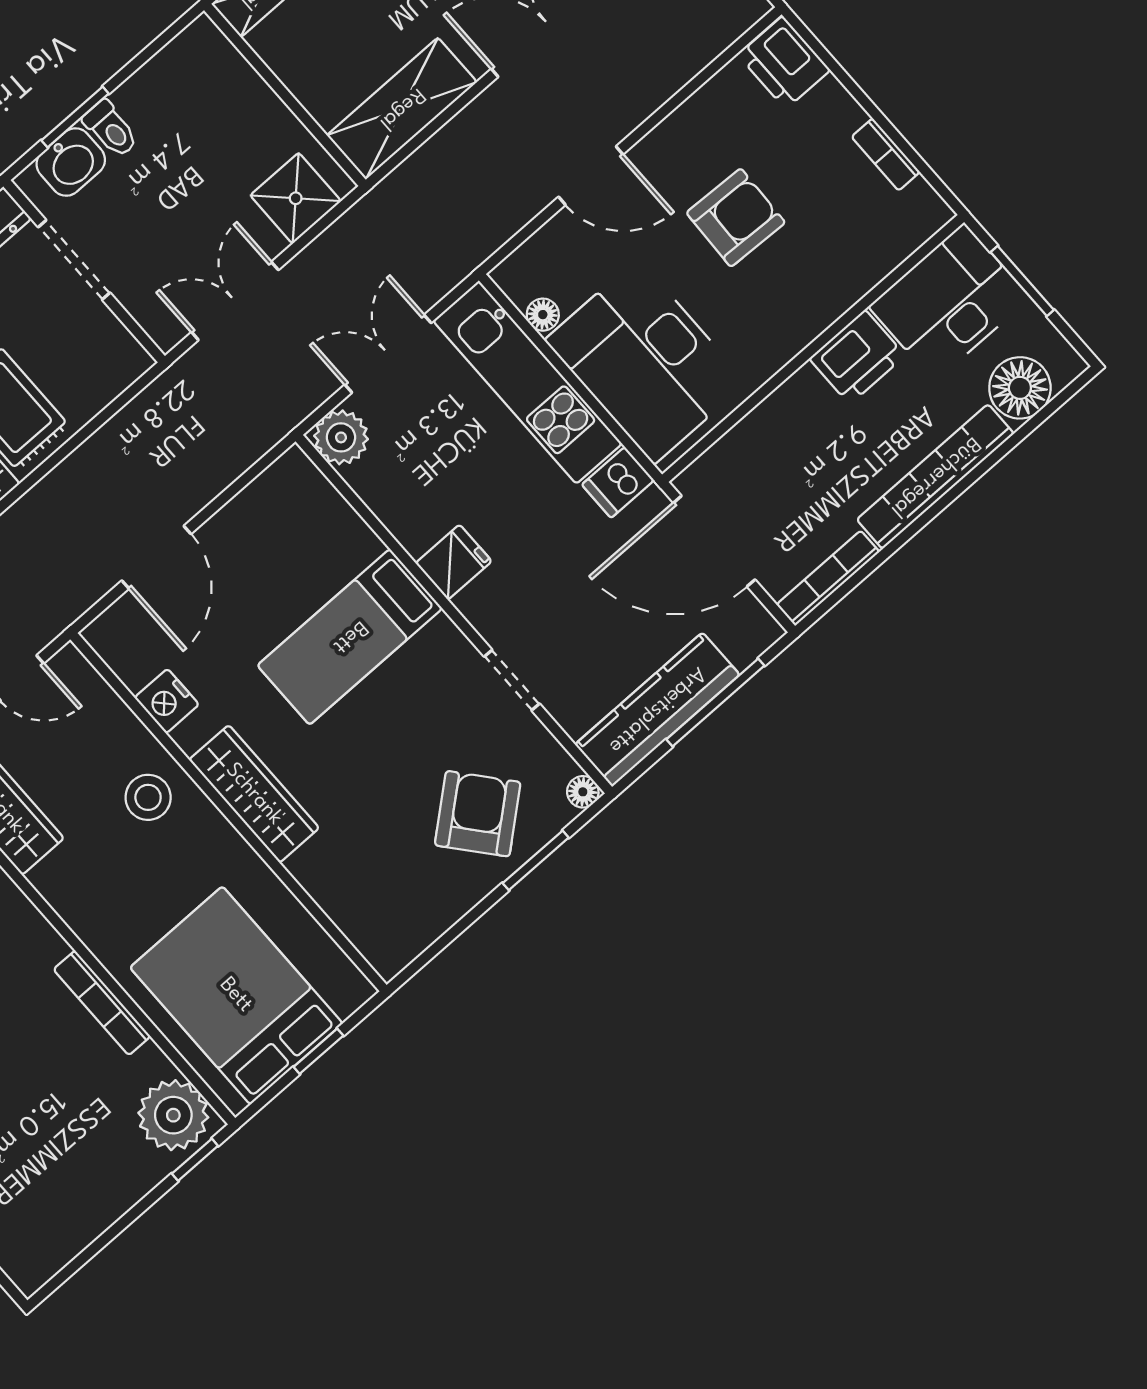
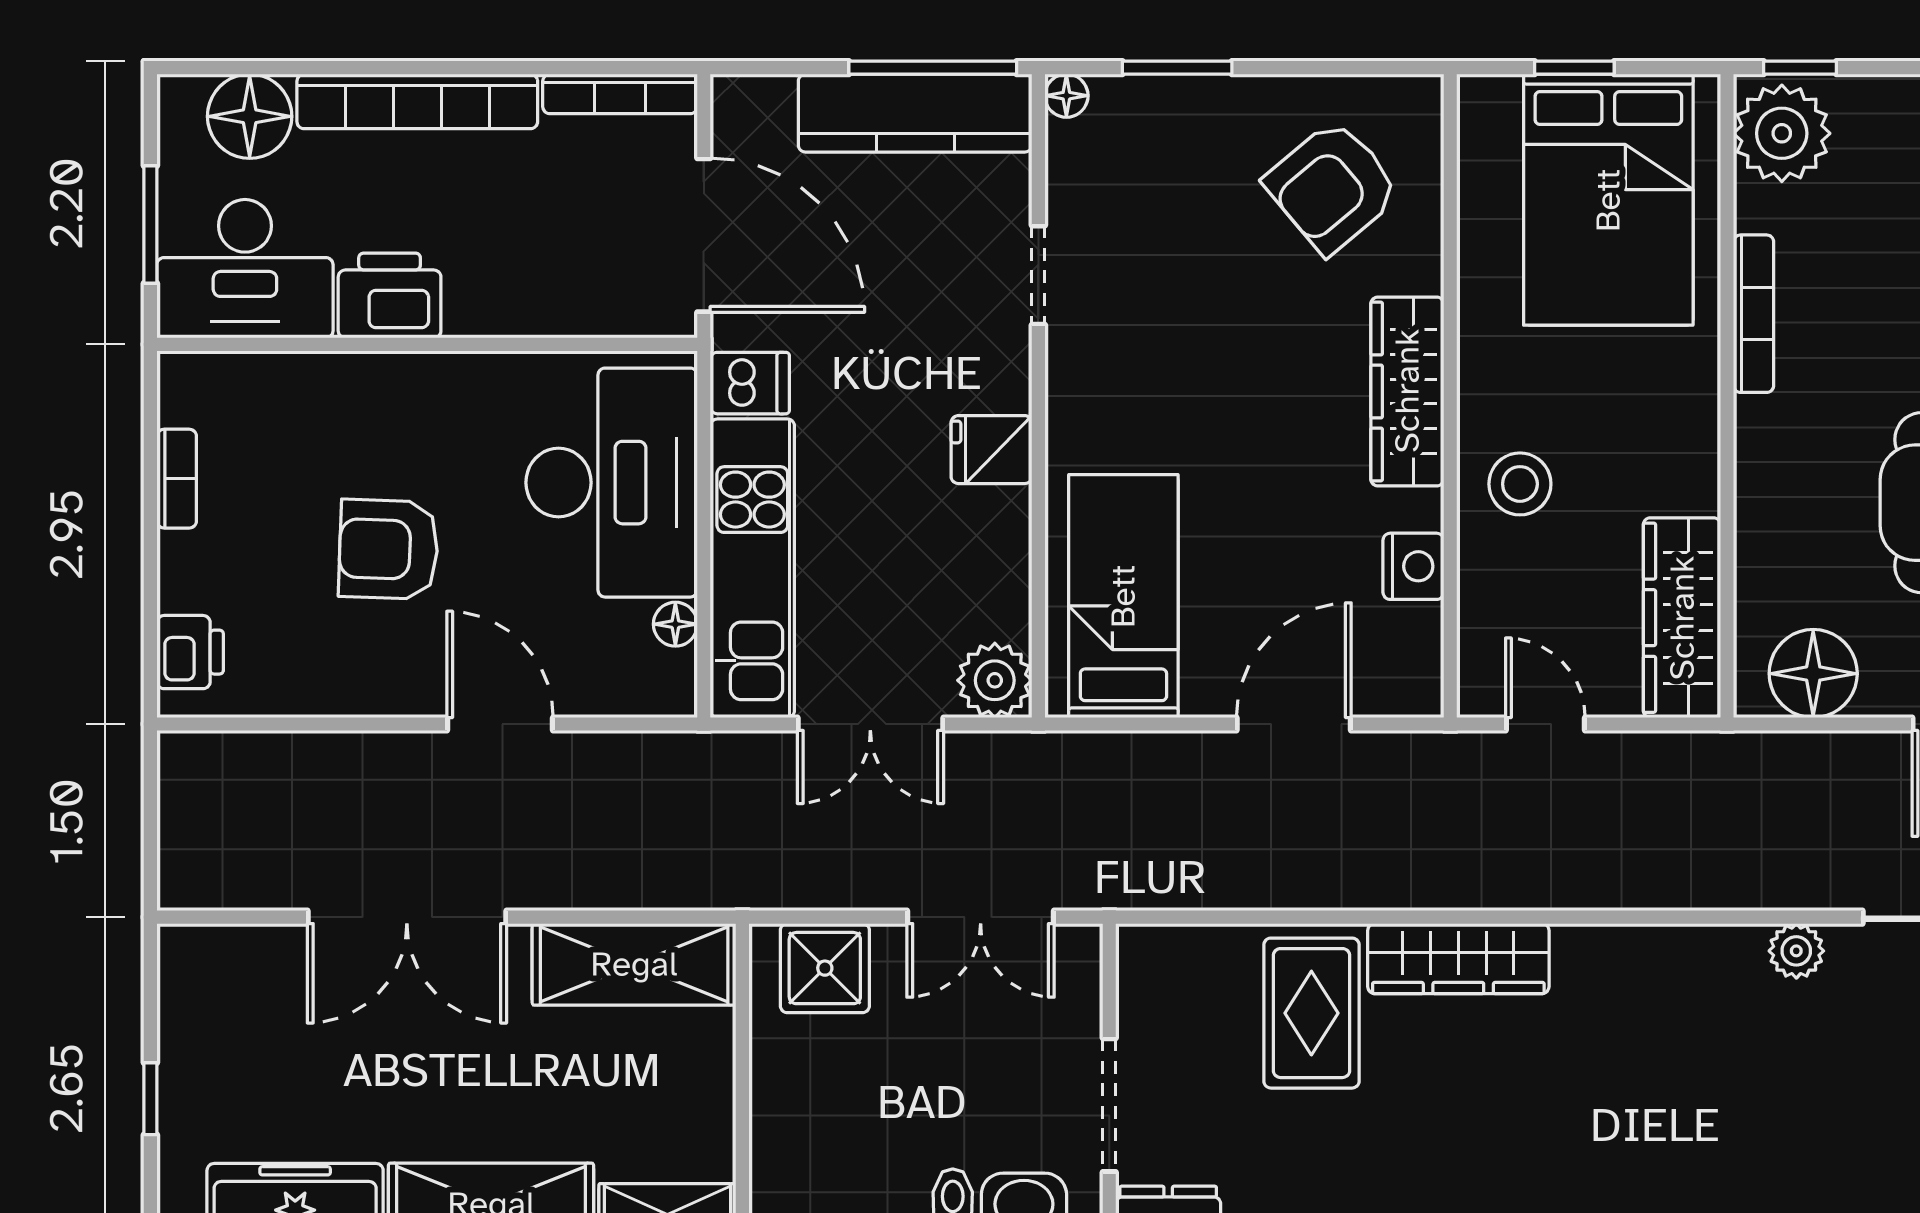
printer: (784, 63) -> (190, 652), width x0.73, depth x0.81
bed: (350, 637) -> (1123, 596), moved, turned -90
window: (715, 703) -> (933, 68), moved
armchair: (478, 814) -> (1332, 187), moved

